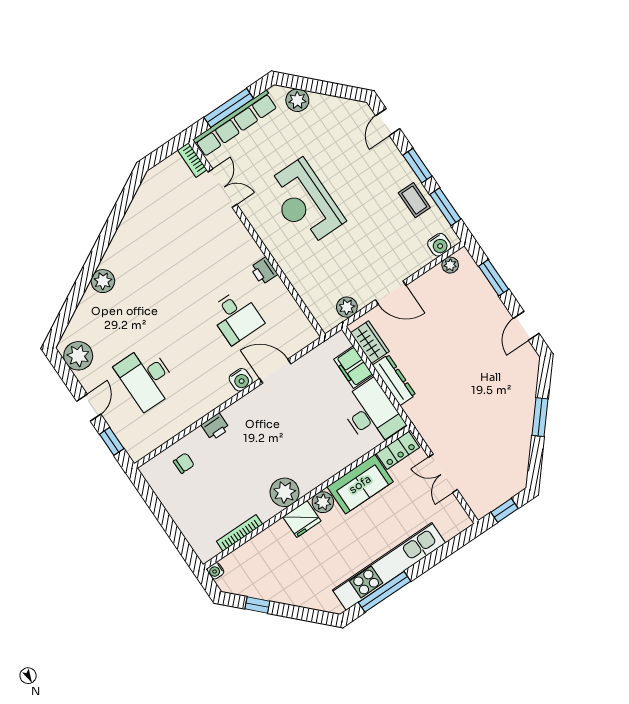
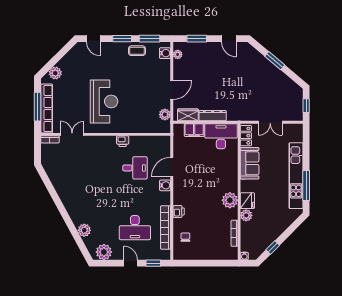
reception desk: (304, 203) -> (104, 101), turned -90
plant: (103, 281) -> (84, 230), moved
bookcase: (178, 423) -> (166, 227), added
plant: (323, 502) -> (246, 215), moved

